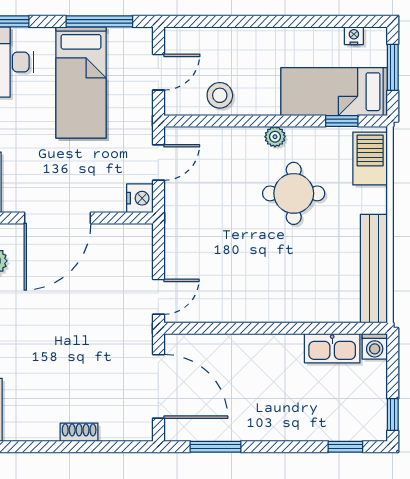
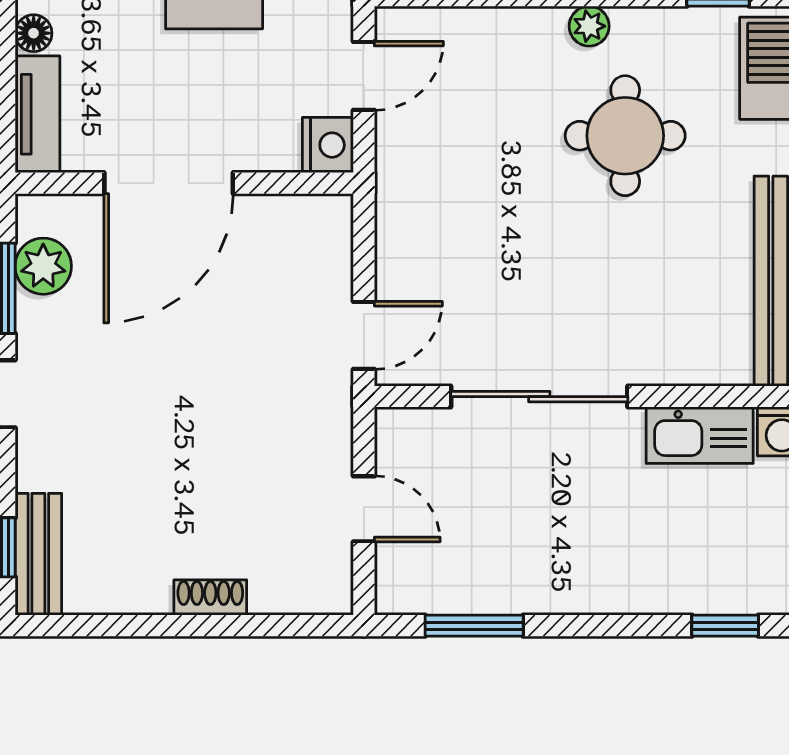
sliding door: (249, 328) -> (539, 397), added
door: (158, 386) -> (364, 509), width x0.53

